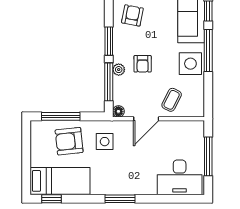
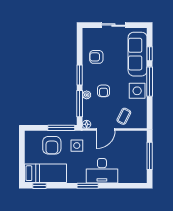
armchair: (132, 15) -> (96, 57), turned -101
window: (61, 116) -> (61, 128), moved
armchair: (69, 141) -> (52, 145), turned -84
desk: (180, 177) -> (102, 171), moved

